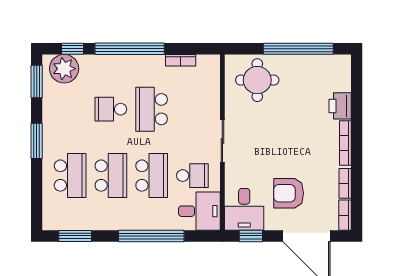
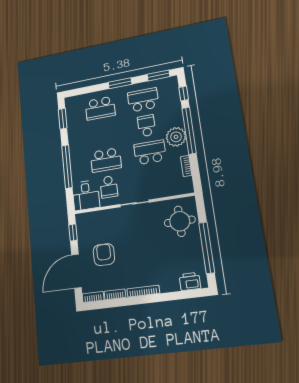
plant: (64, 69) -> (176, 137), moved
printer: (340, 106) -> (190, 281), moved
school desk: (111, 176) -> (143, 100), moved, turned 180
desk: (244, 209) -> (90, 225), removed

